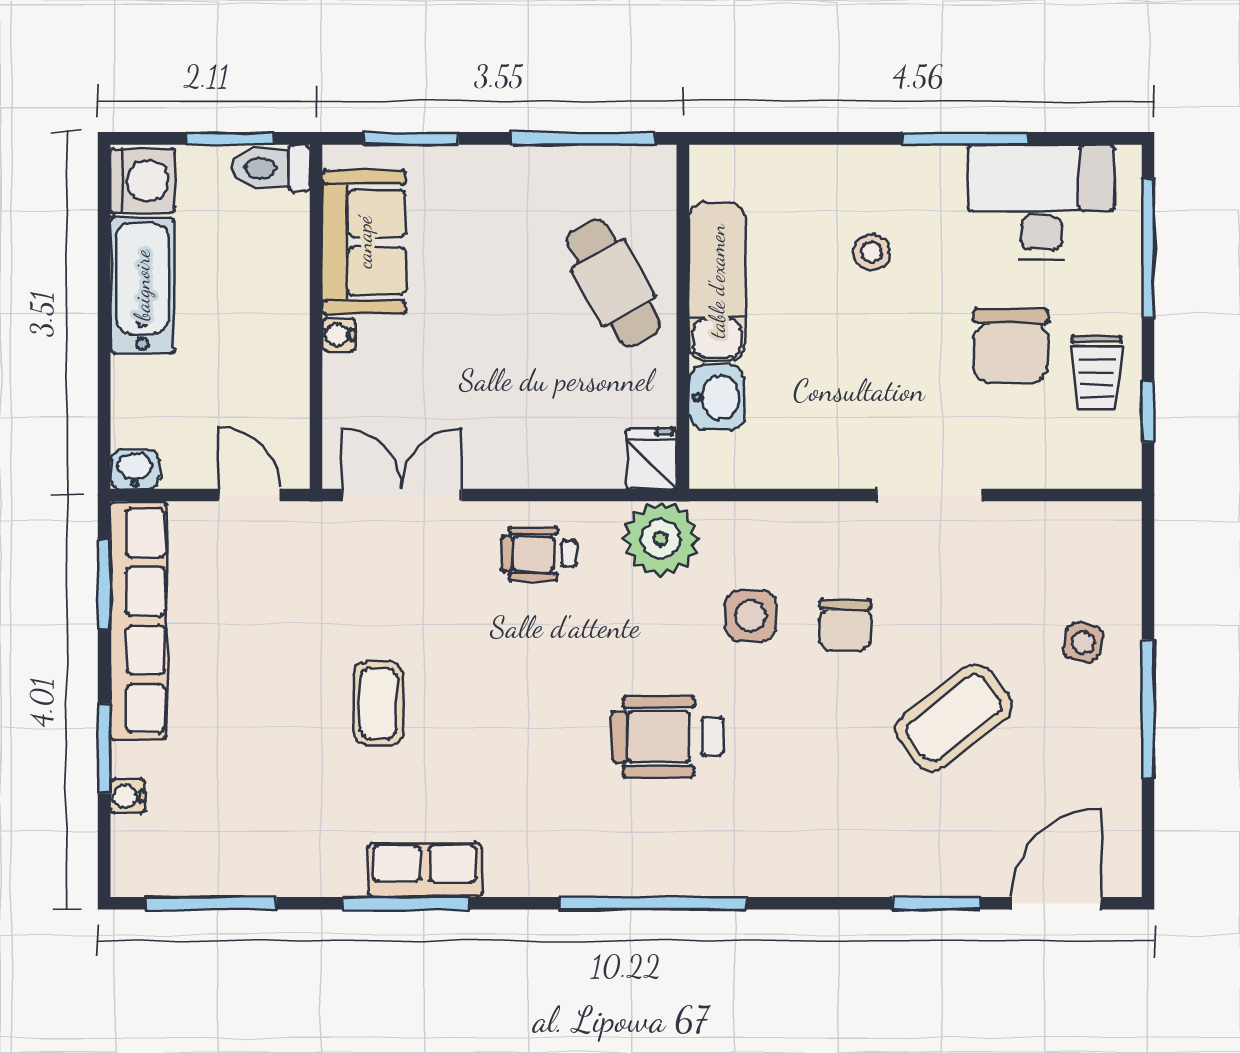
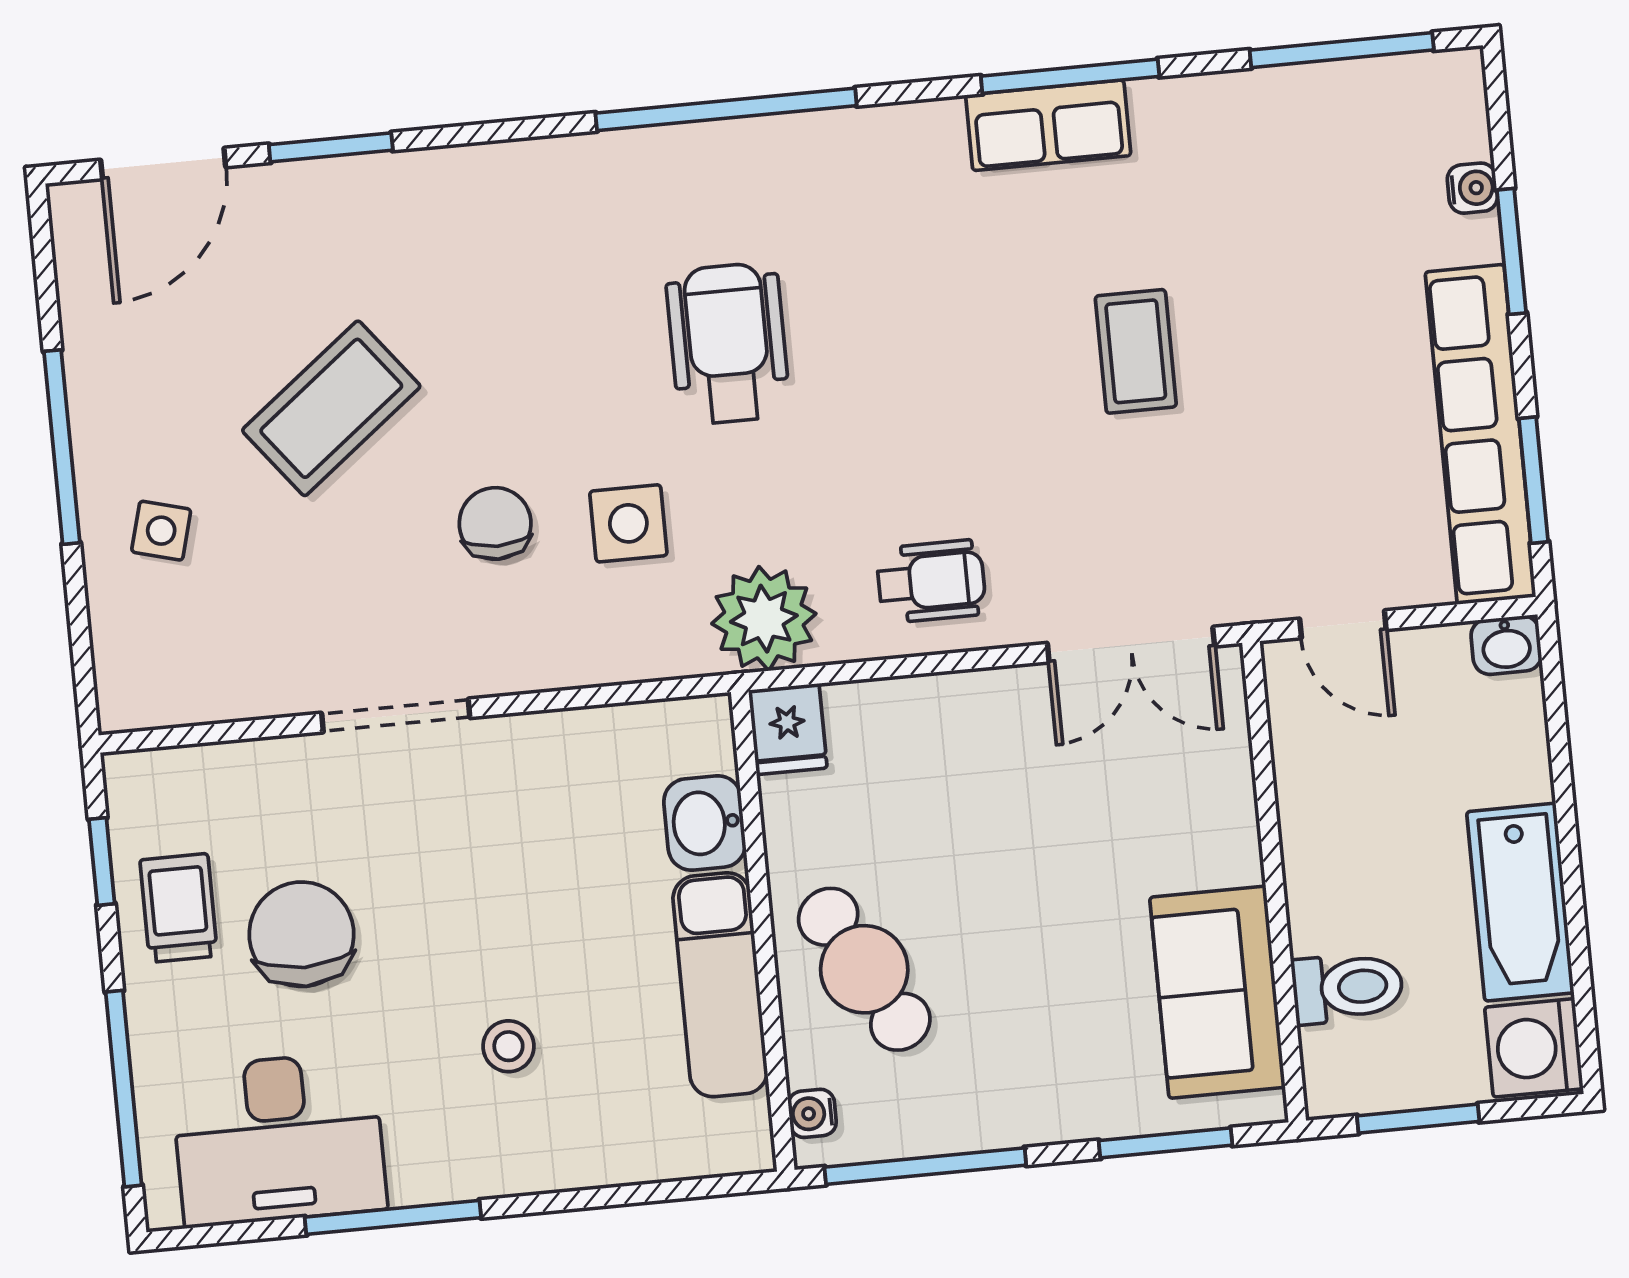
toilet: (271, 168) -> (1347, 988), moved
water cooler: (339, 335) -> (812, 1113), moved, turned 180
wheelchair: (667, 737) -> (728, 344), turned -90

